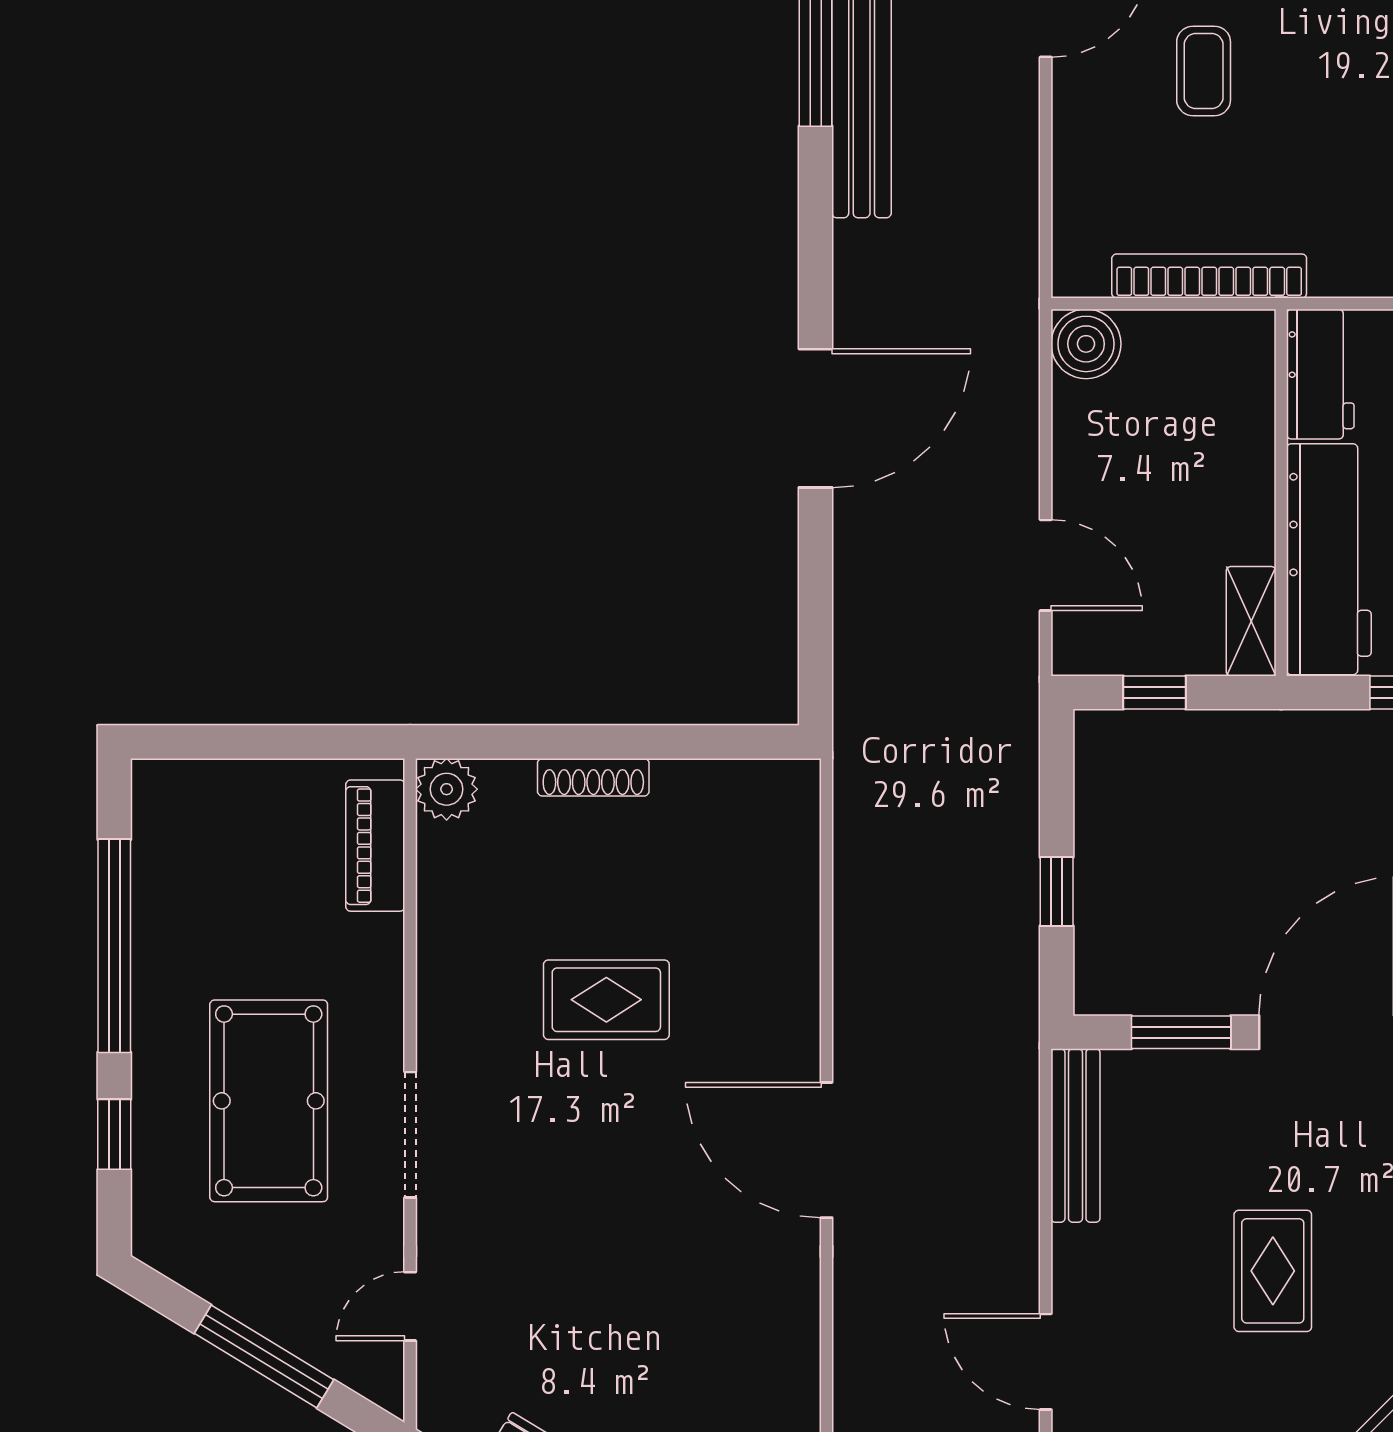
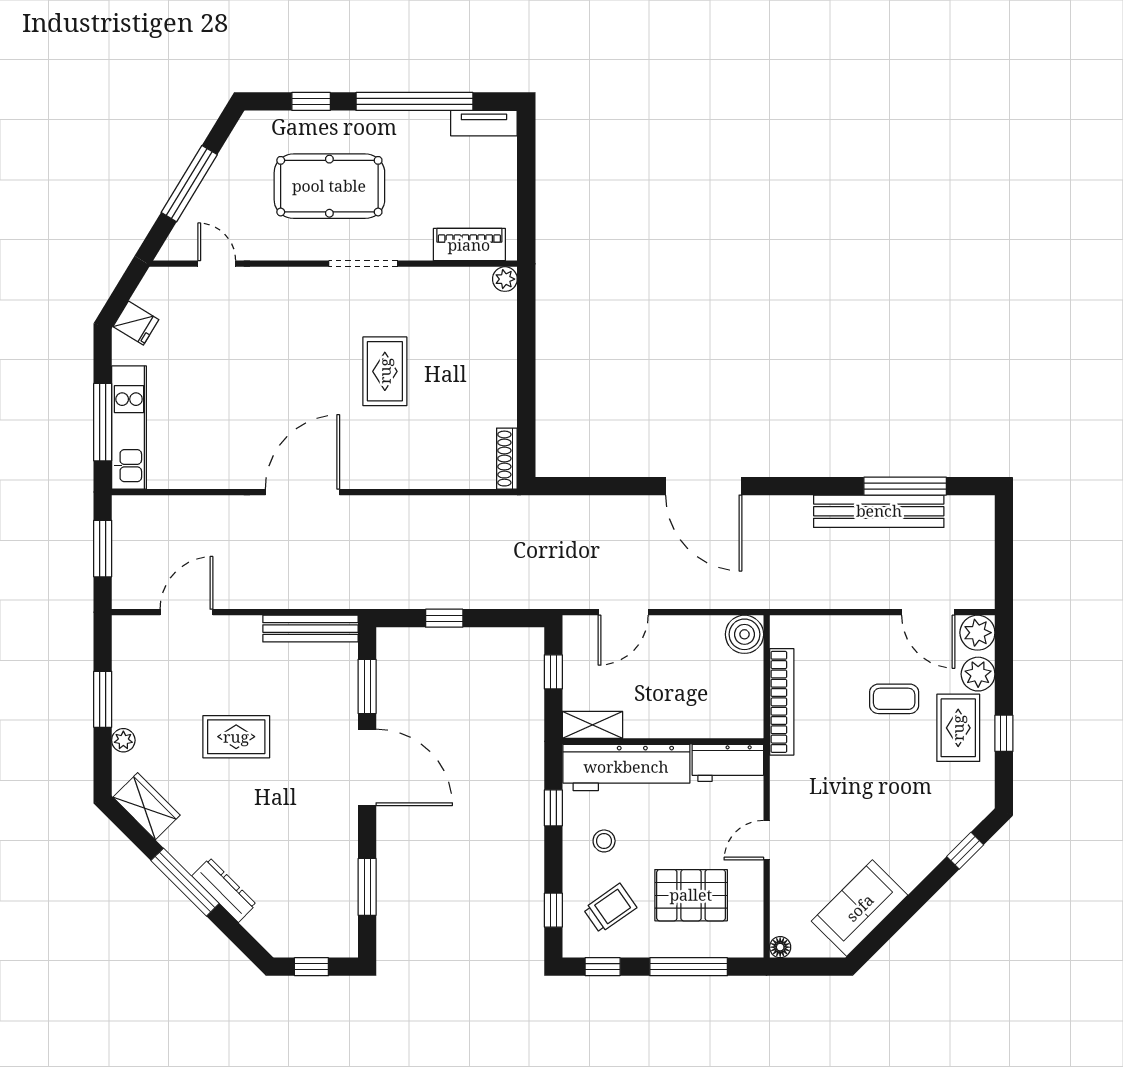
shoe rack: (593, 777) -> (507, 459), moved
plant: (447, 789) -> (505, 279), width x0.73, depth x0.73
tv unit: (154, 819) -> (484, 123), added
doorway: (410, 1135) -> (363, 264), moved

